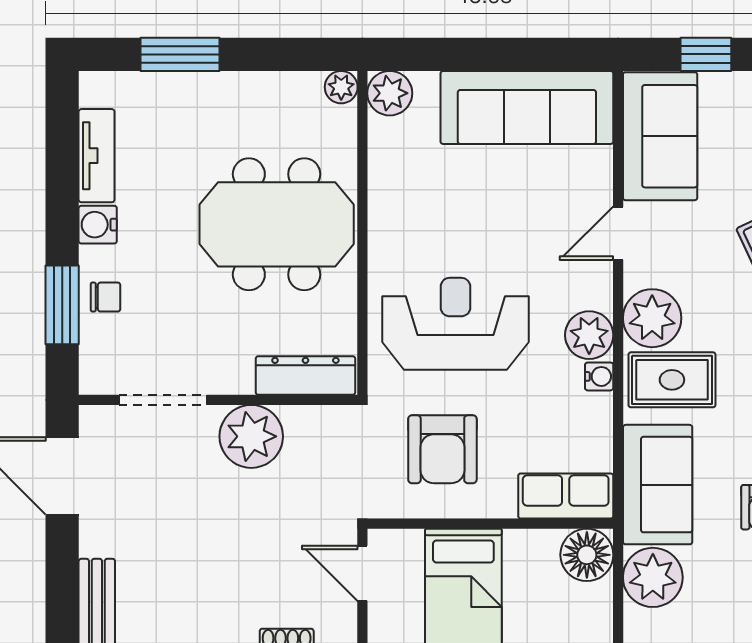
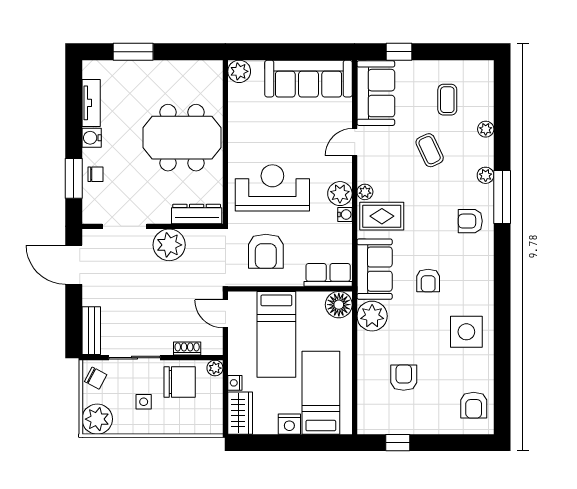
plant: (341, 87) -> (215, 68), removed
plant: (652, 318) -> (365, 192), width x0.53, depth x0.53

